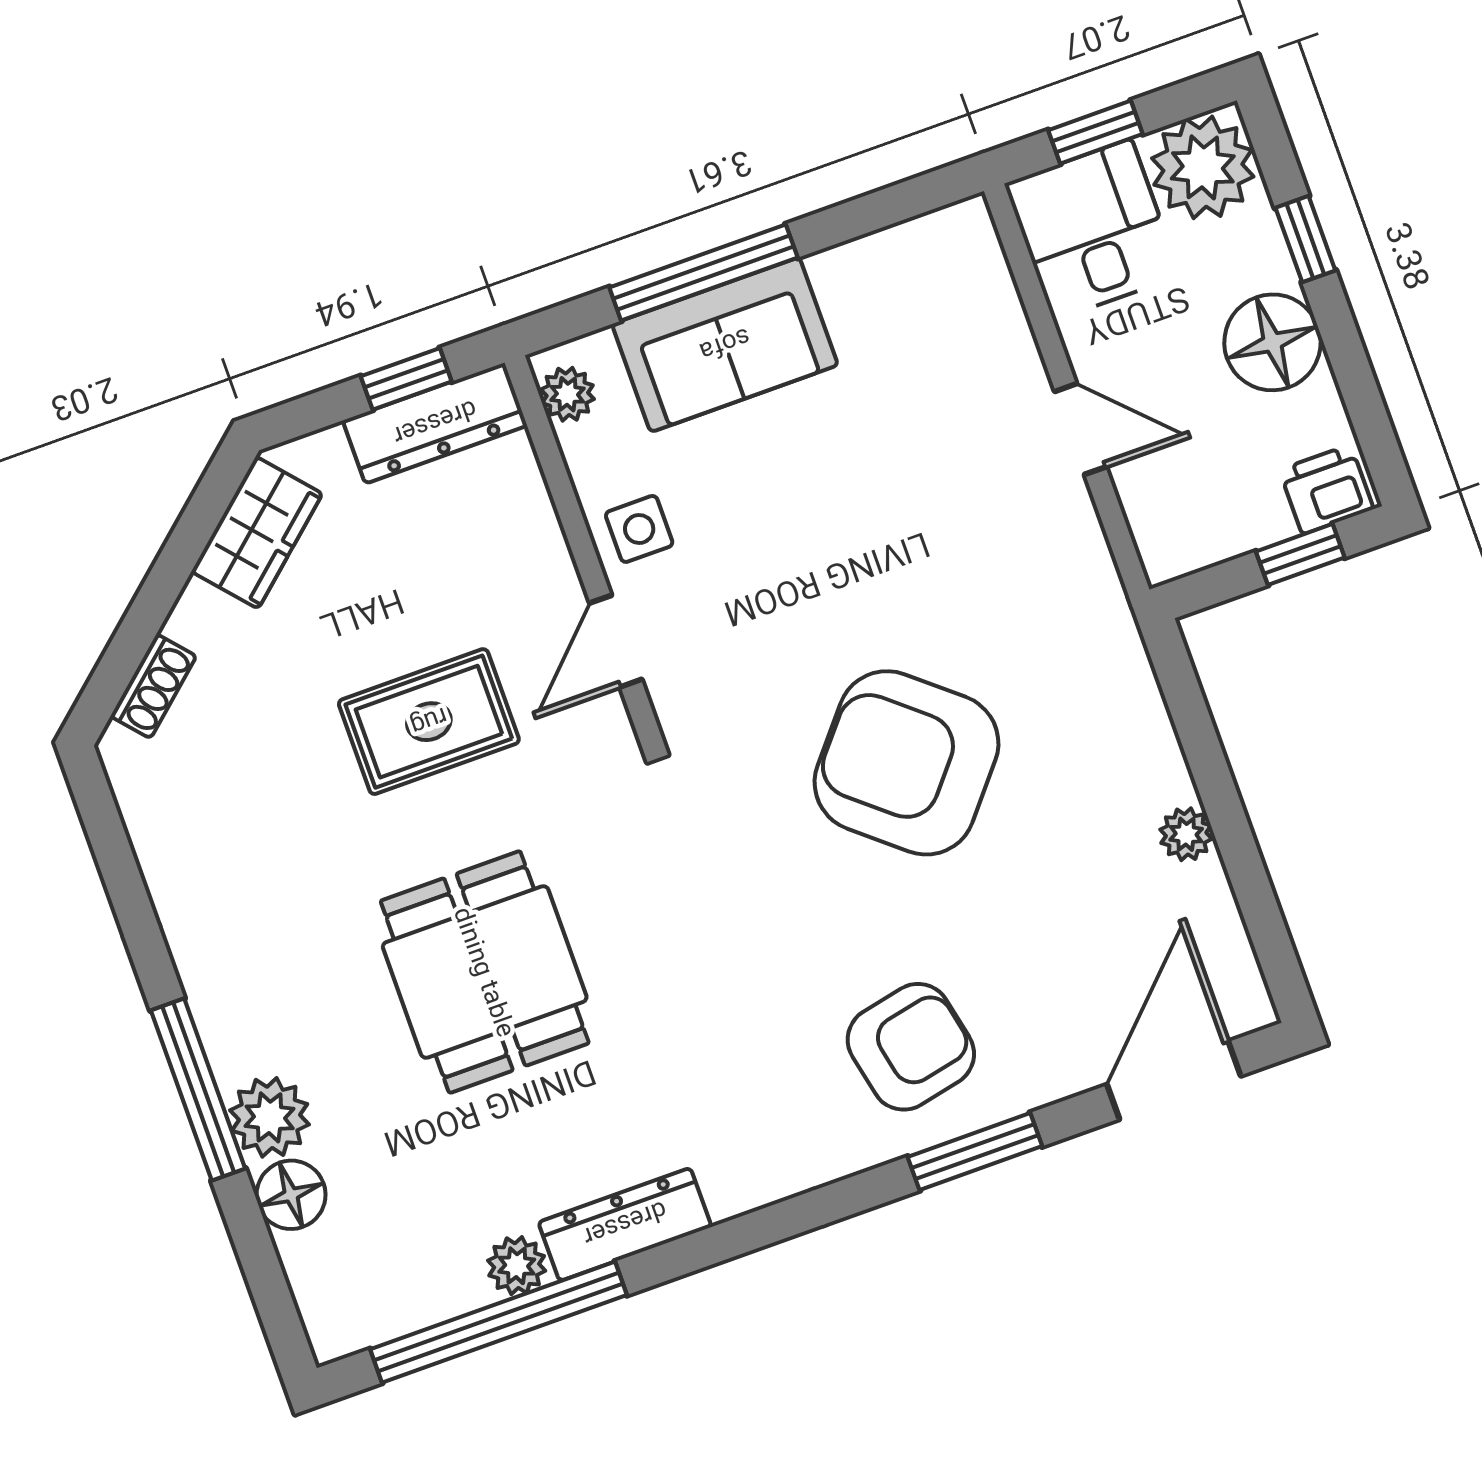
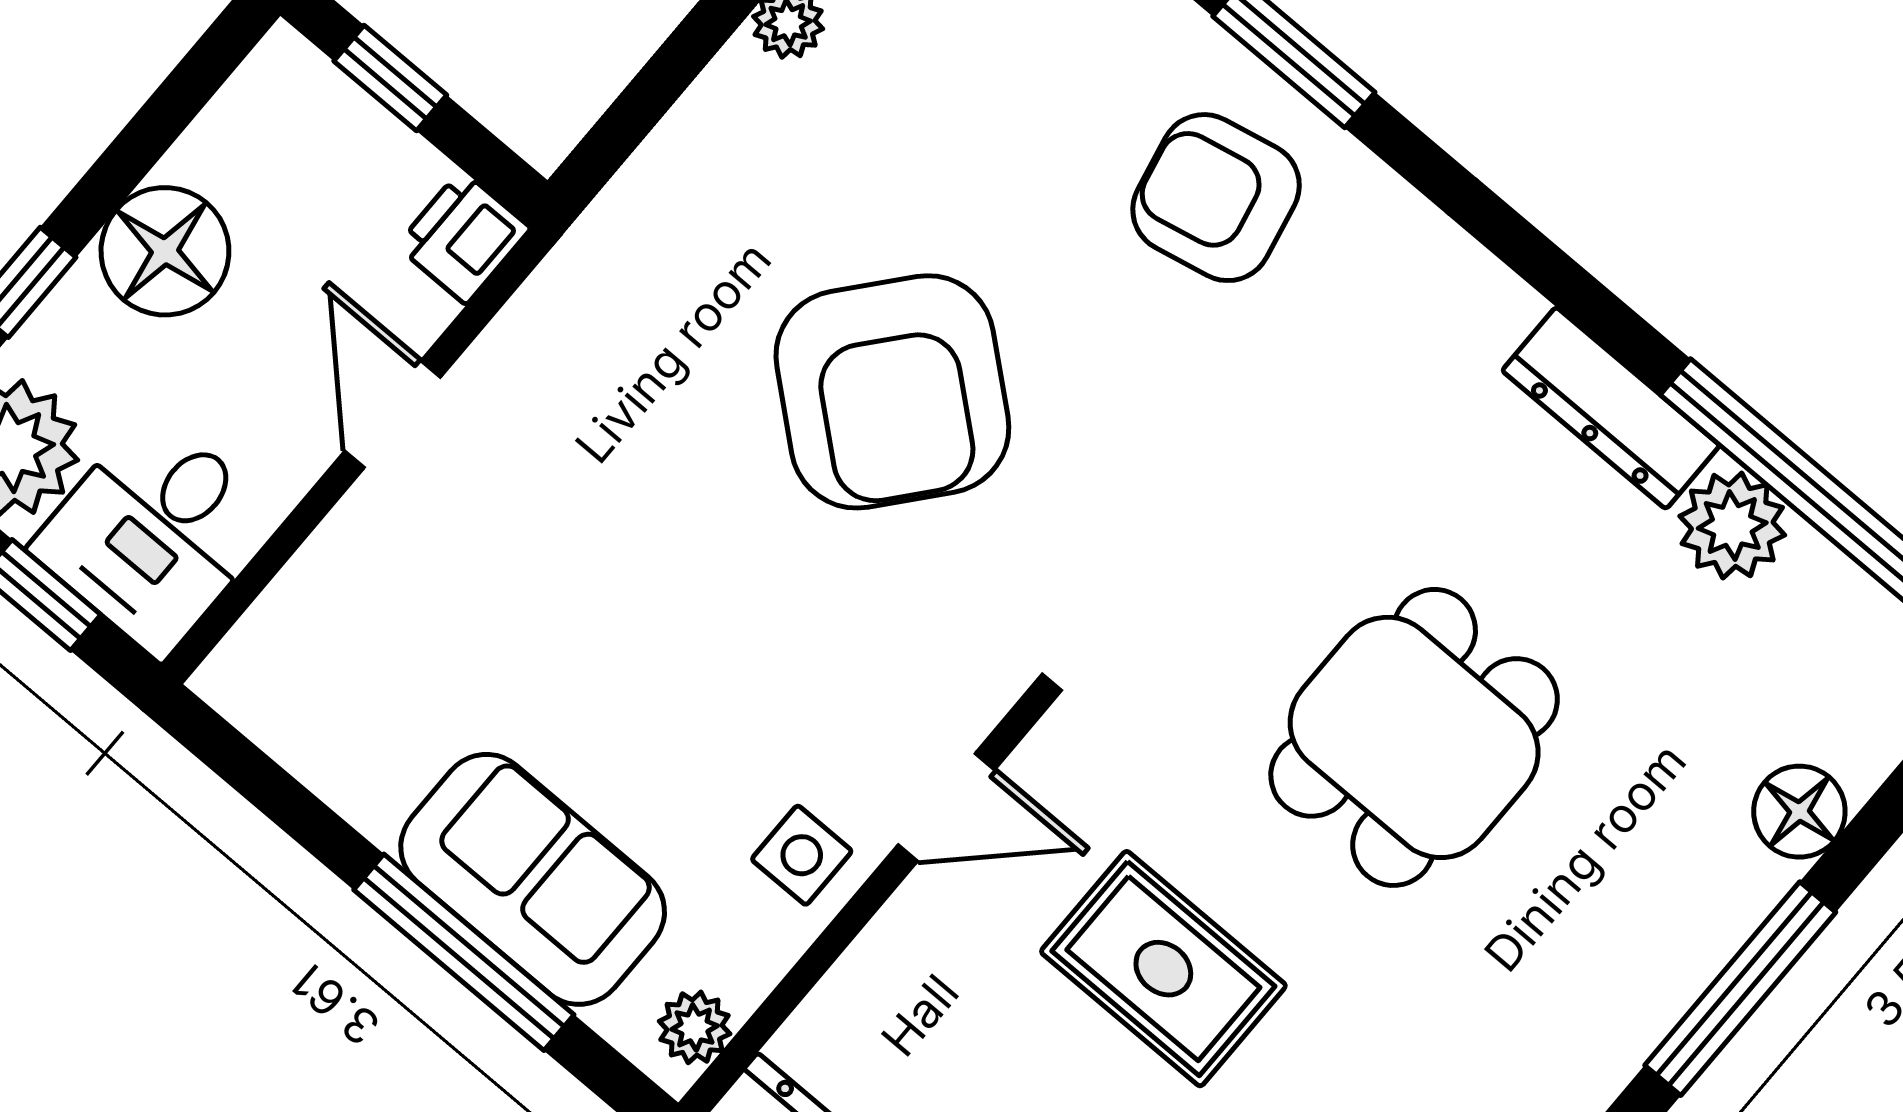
printer: (1326, 489) -> (464, 237), moved, turned 90
plant: (270, 1117) -> (1725, 888), removed
plant: (517, 1266) -> (1732, 526), width x1.38, depth x1.38

